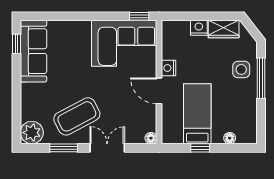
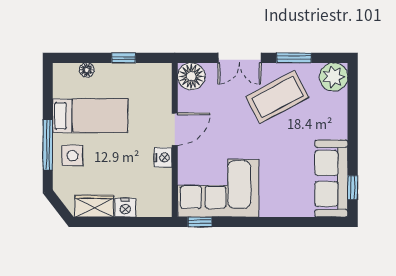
door: (159, 91) -> (175, 129), hinge flipped
bed: (197, 114) -> (90, 116), moved, turned -90
floor lamp: (151, 138) -> (191, 76), width x1.89, depth x1.89

